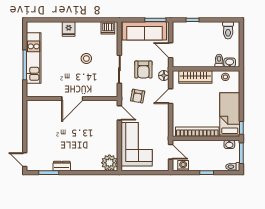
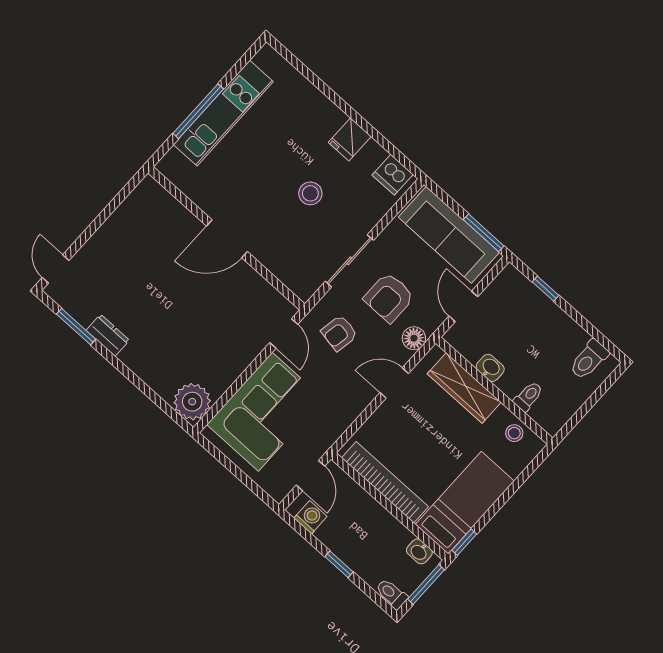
fridge: (69, 29) -> (350, 139), moved
washbasin: (230, 63) -> (490, 368), moved

